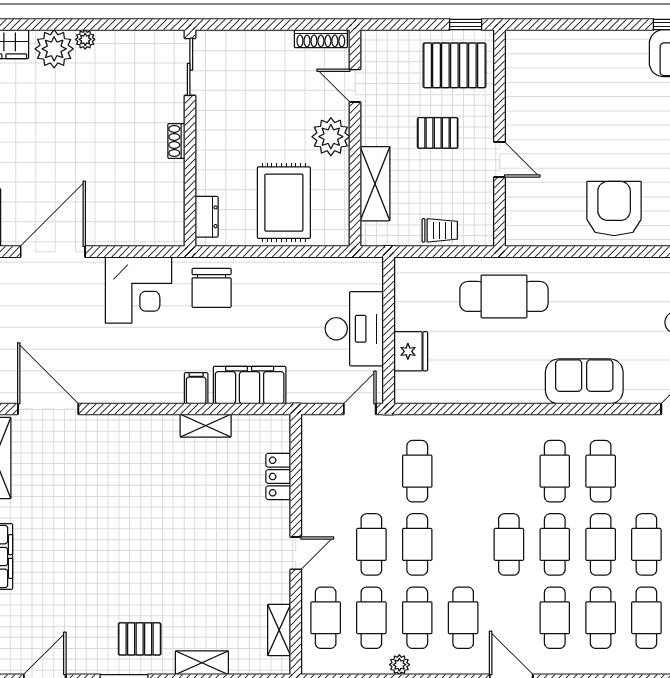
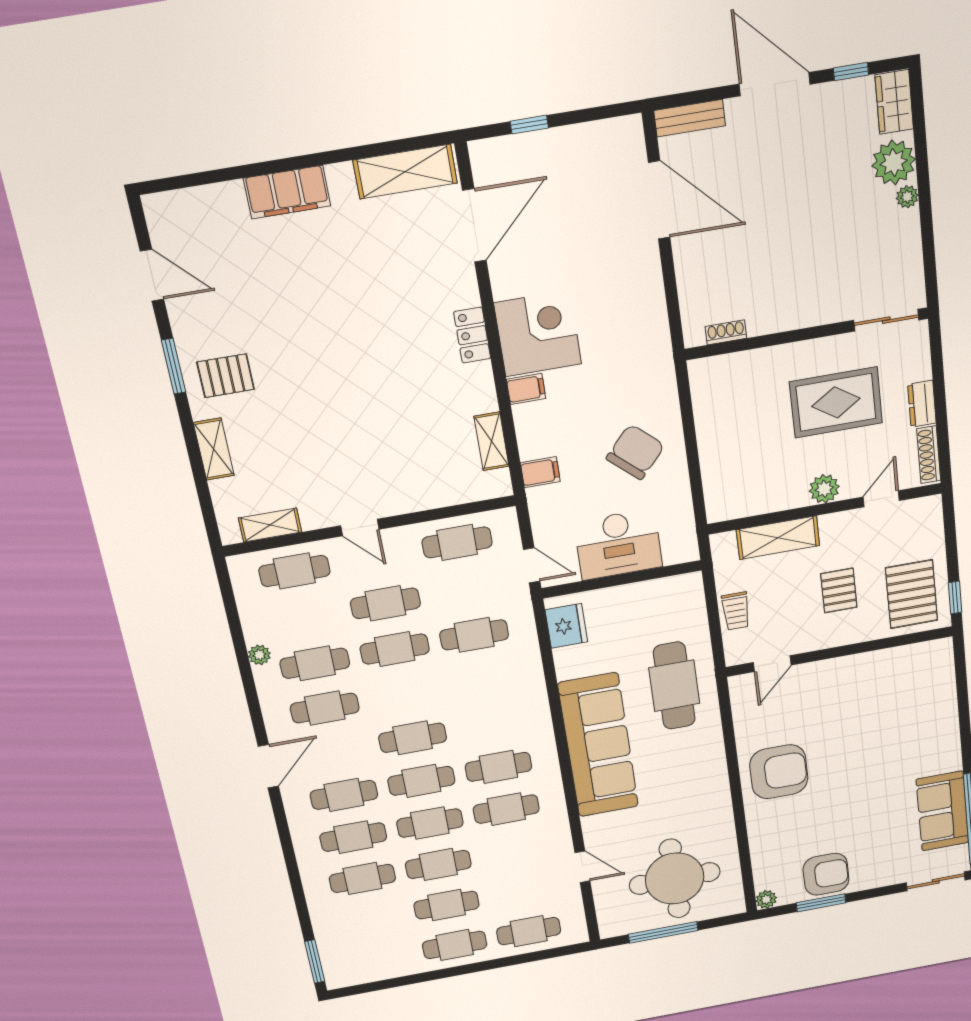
plant: (331, 137) -> (824, 489), width x0.73, depth x0.73
shoe rack: (176, 141) -> (726, 332), moved
door: (500, 160) -> (772, 664), moved
rug: (284, 203) -> (836, 402), moved
dresser: (207, 217) -> (922, 404), moved, turned 90
chair: (212, 288) -> (635, 452), moved, turned 132
corner desk: (139, 290) -> (538, 334), moved, turned 180
fridge: (411, 351) -> (566, 626), moved, turned -90
sofa: (584, 381) -> (598, 745), width x1.85, depth x1.27
filing cabinet: (250, 385) -> (540, 472), width x0.33, depth x0.86
shelving: (206, 426) -> (491, 441), moved
locker: (278, 477) -> (472, 335), moved, turned -90
cafe table: (371, 618) -> (457, 542), moved
pallet: (140, 639) -> (226, 376), turned 90

